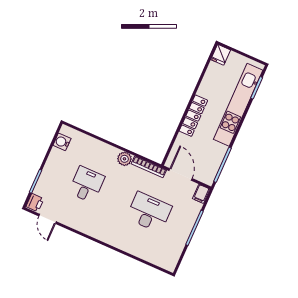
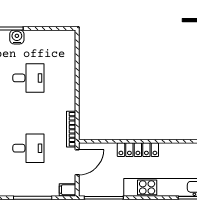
water cooler: (62, 142) -> (17, 37), moved
plant: (124, 159) -> (68, 103), removed
desk: (149, 212) -> (28, 148), width x0.73

